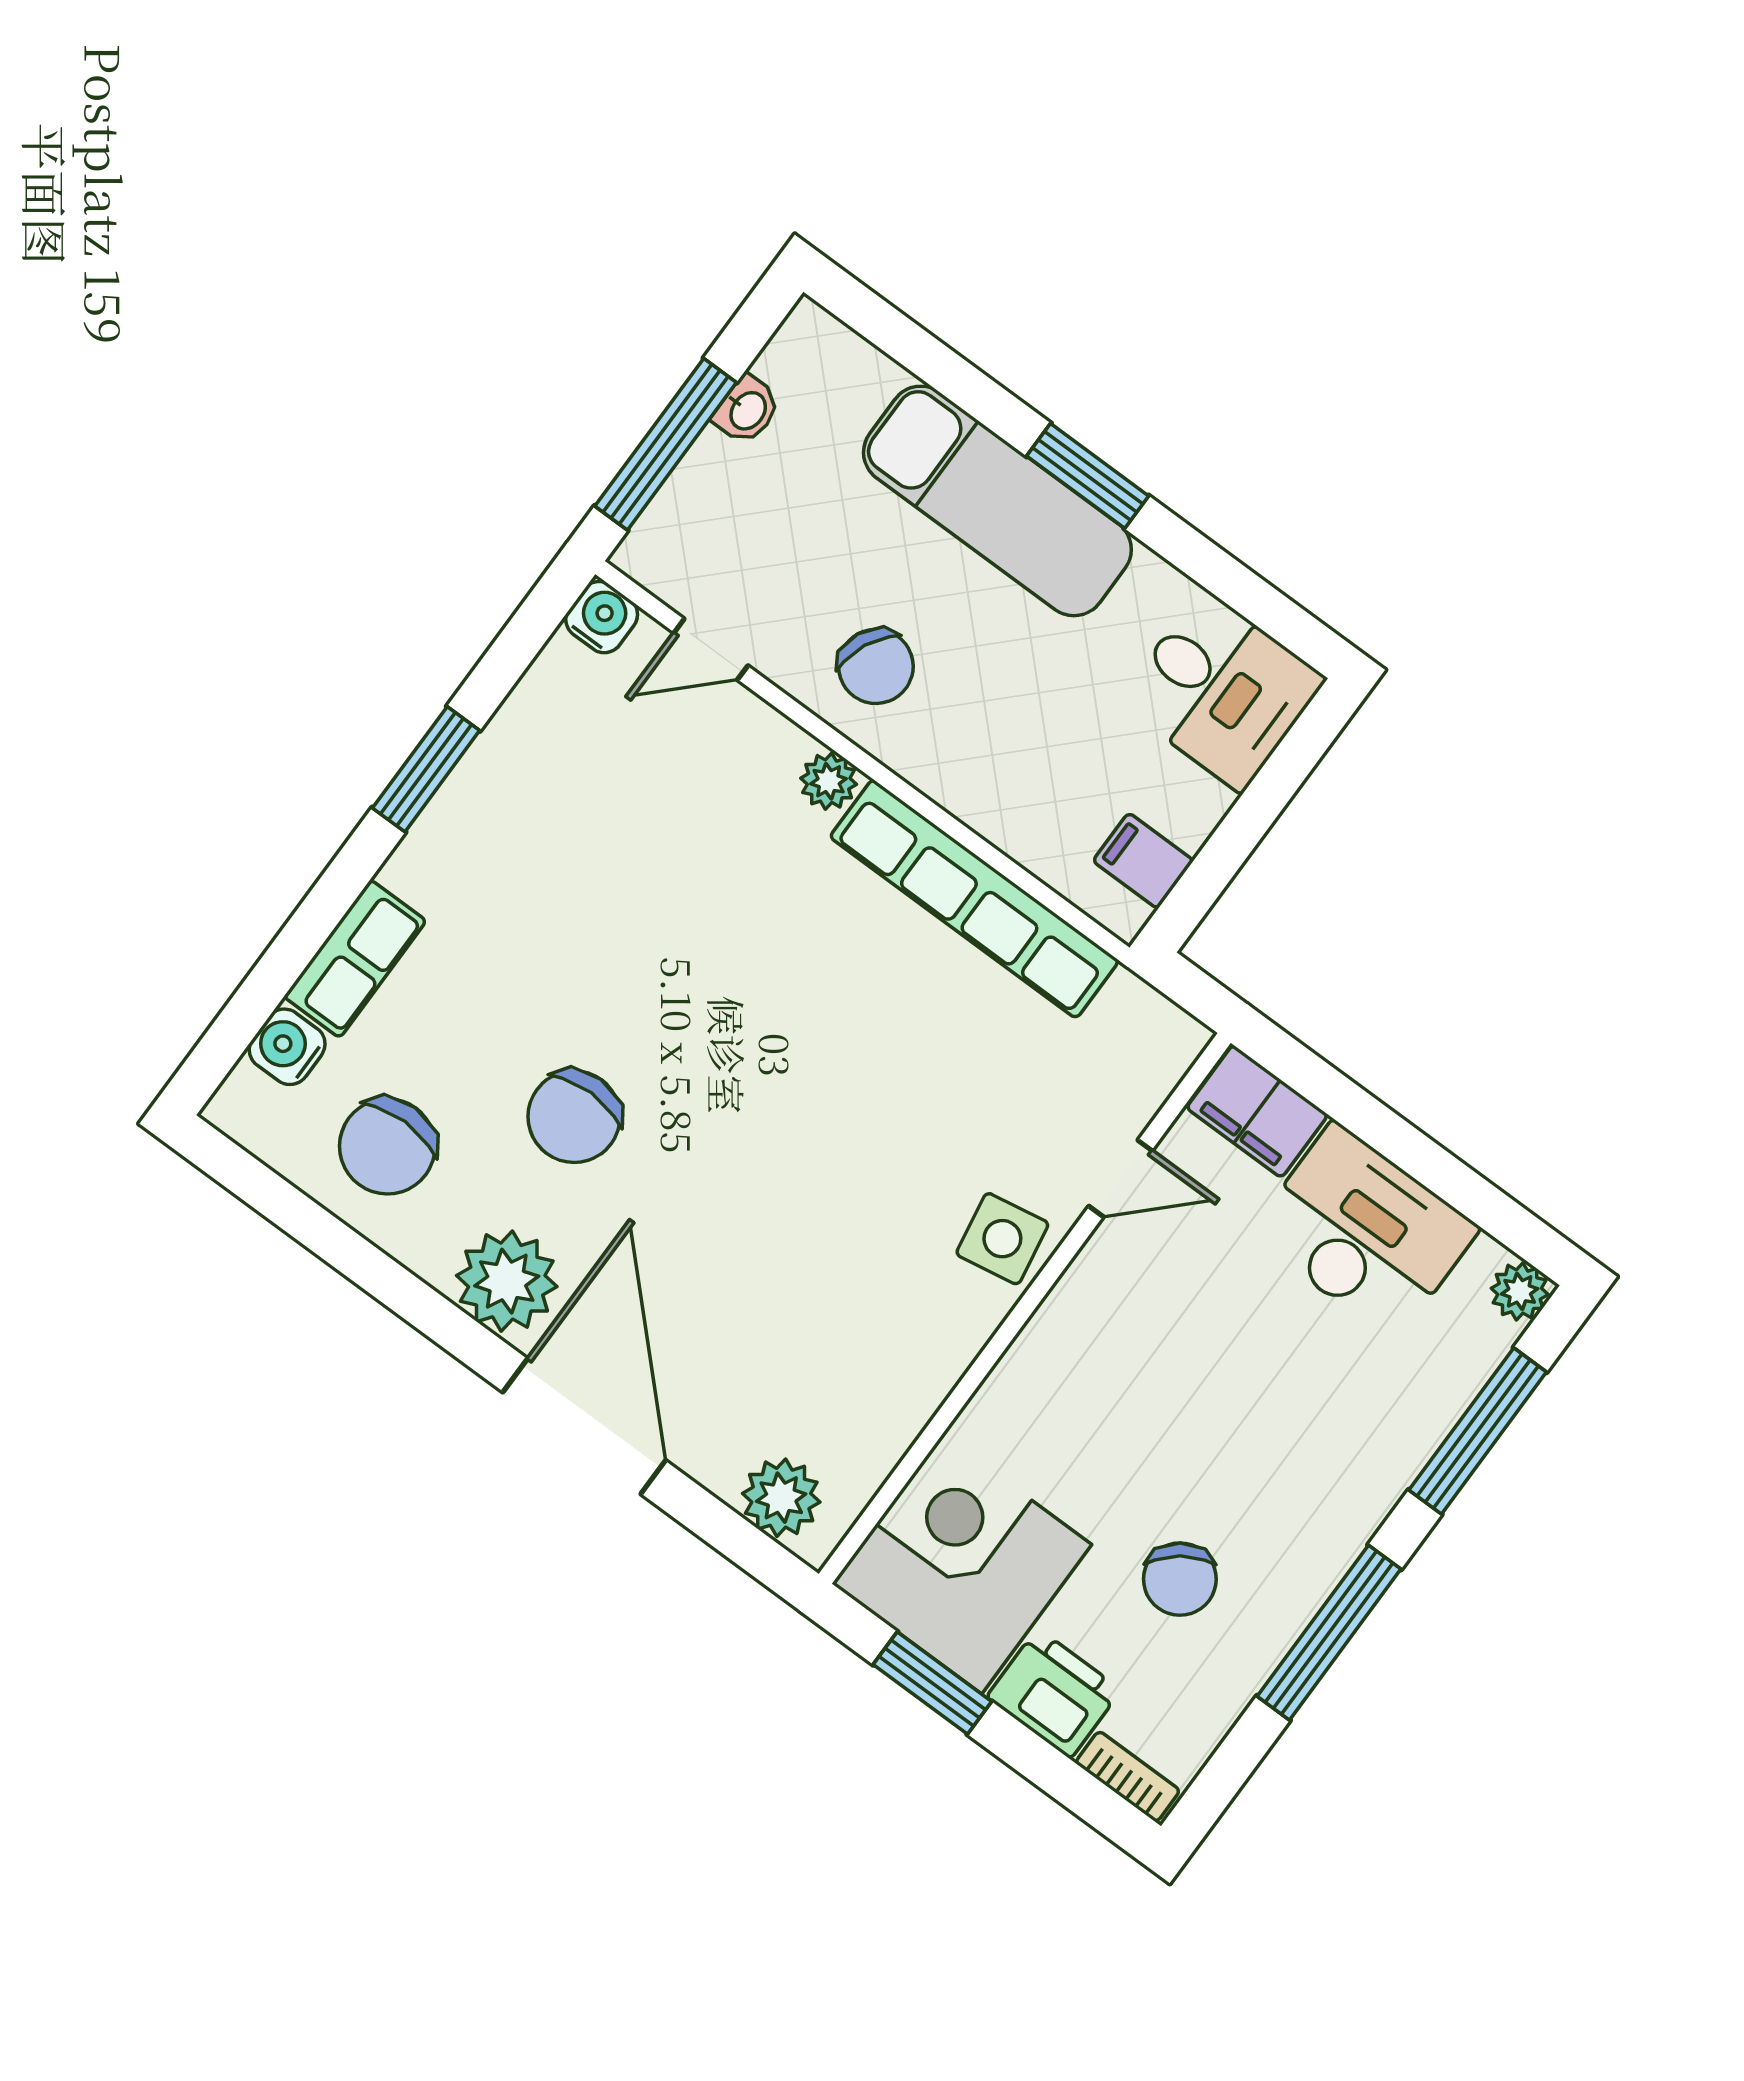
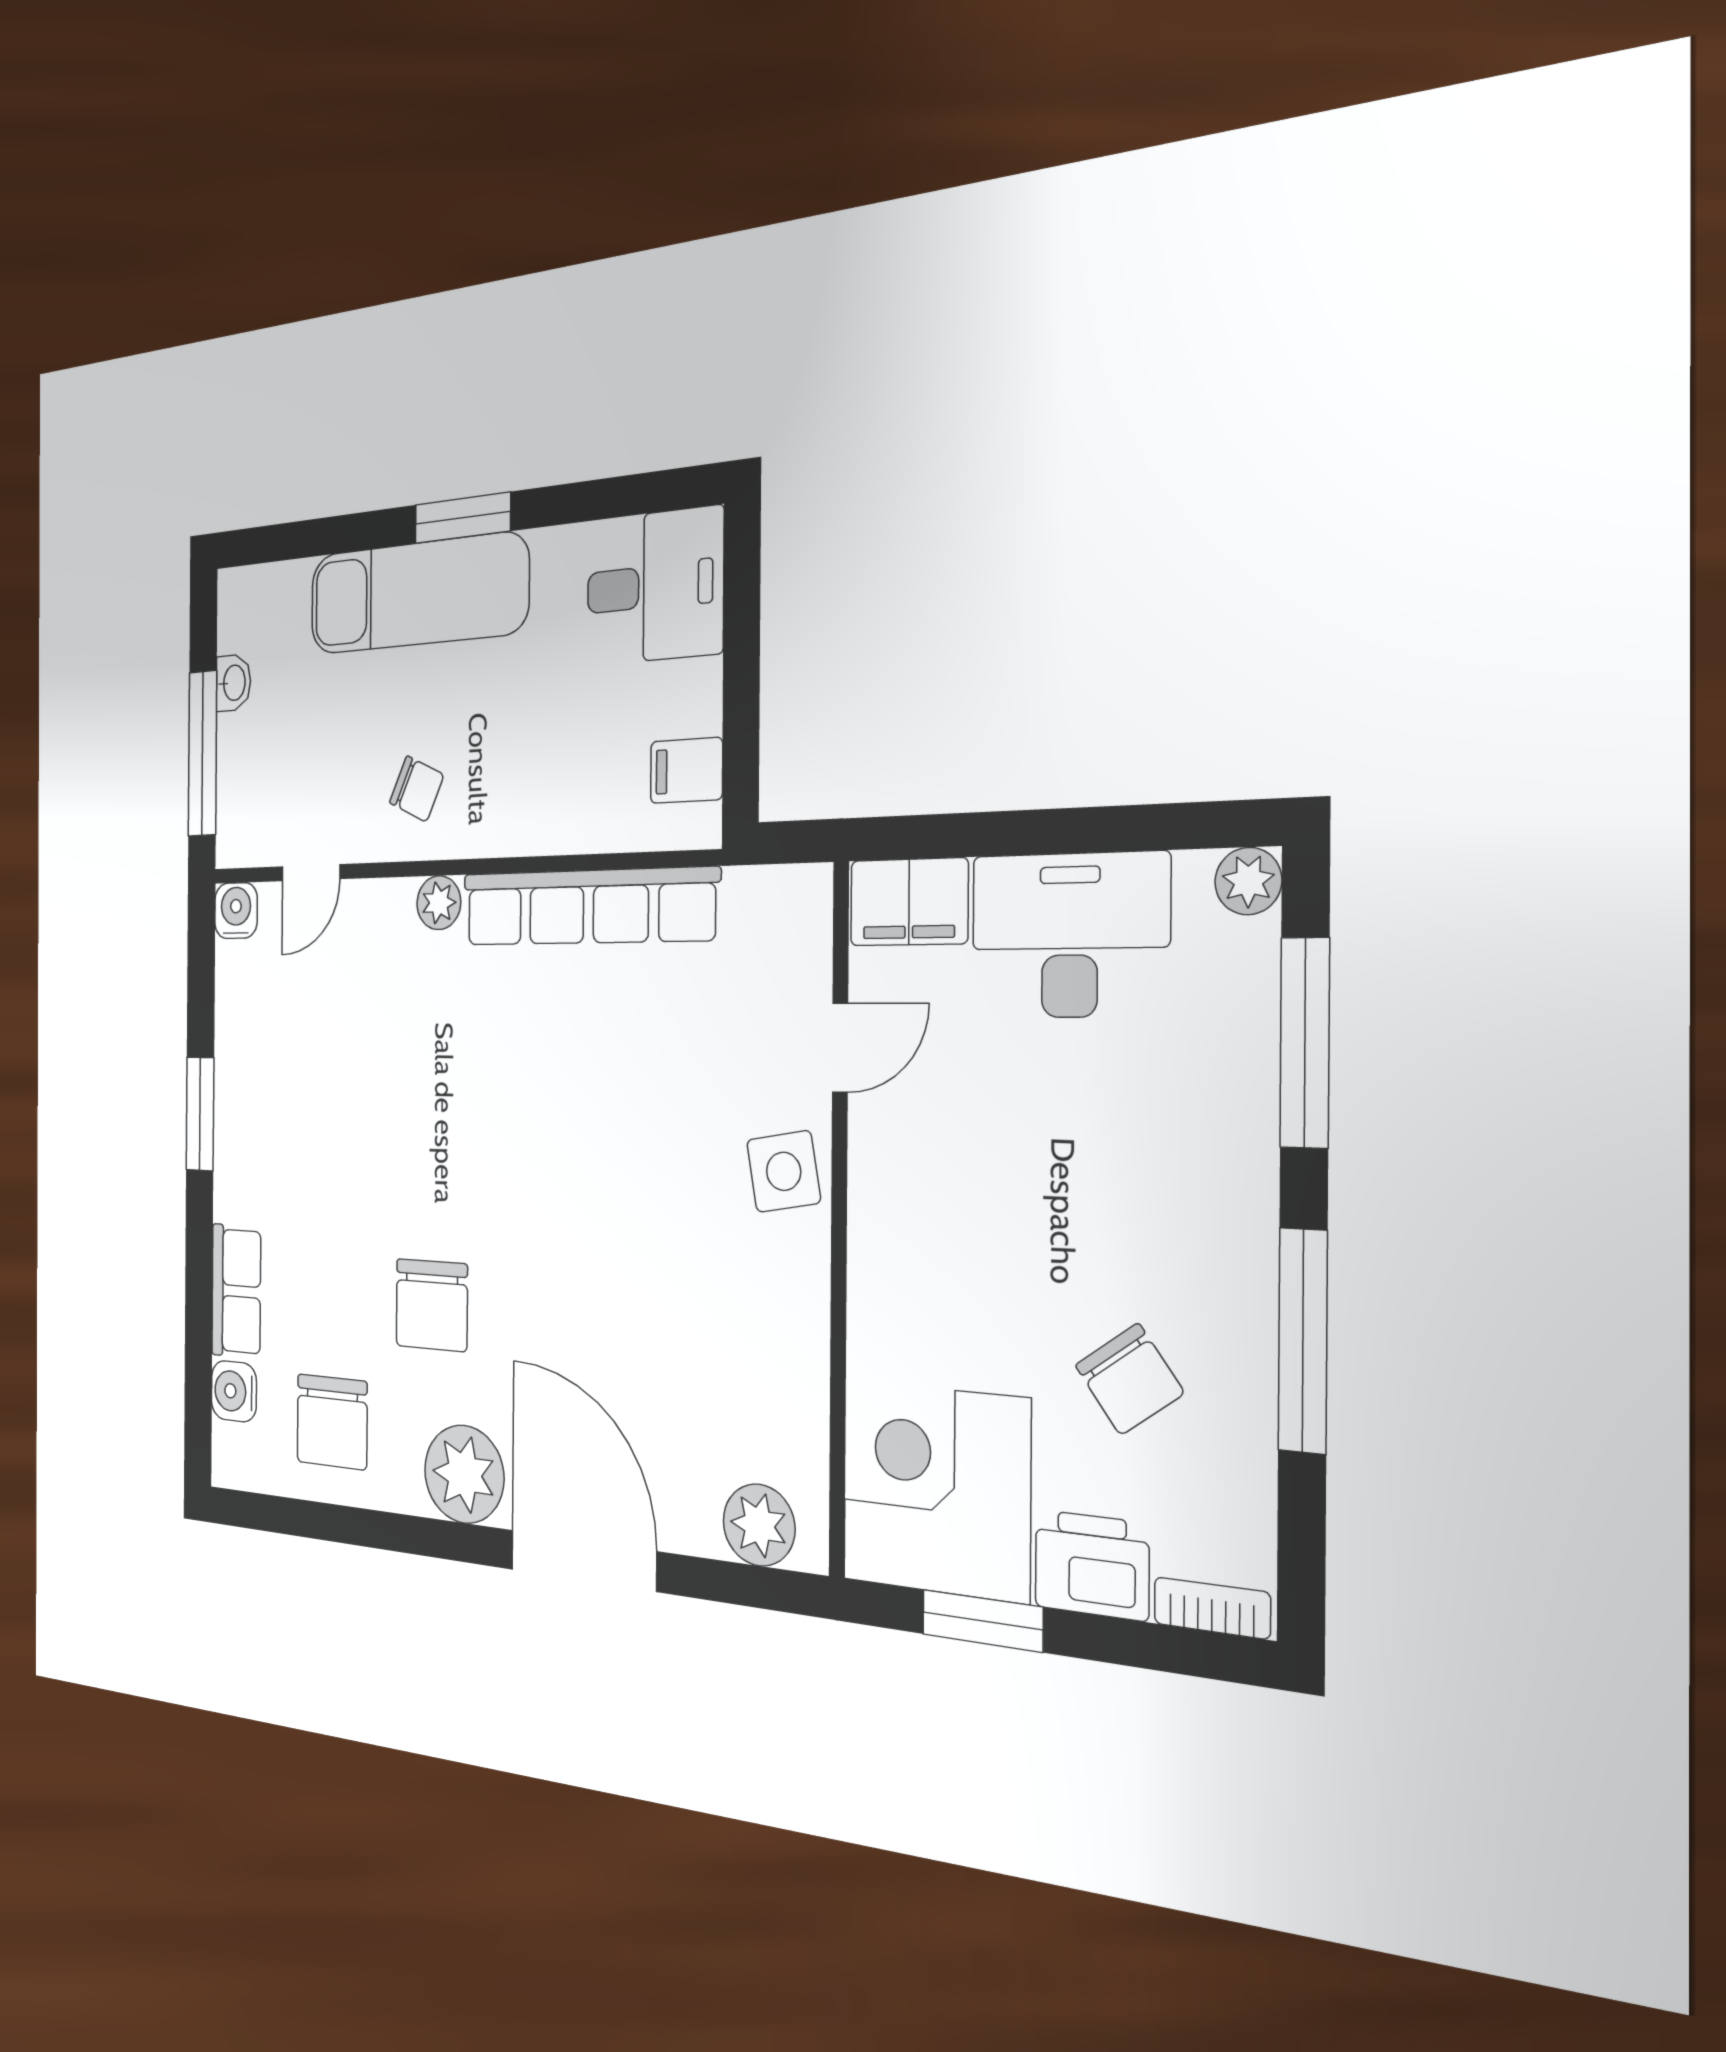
chair: (876, 666) -> (417, 789), width x0.73, depth x0.73

